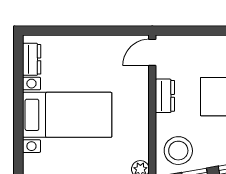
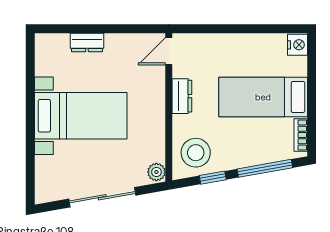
dresser: (32, 59) -> (87, 42), moved, turned 90

